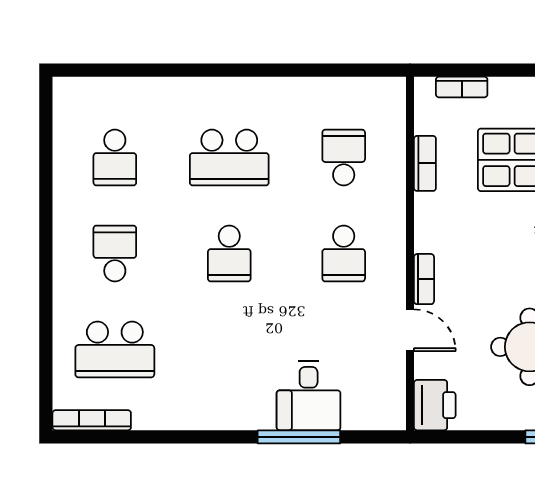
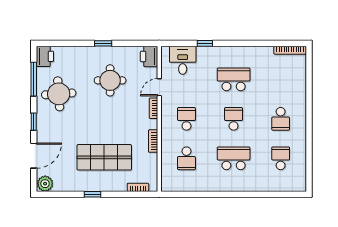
bookcase: (425, 163) -> (153, 141), moved
door: (410, 330) -> (159, 87), hinge flipped
school desk: (115, 349) -> (234, 79), moved
desk: (309, 396) -> (183, 60), moved
window: (299, 437) -> (205, 43), width x0.46

